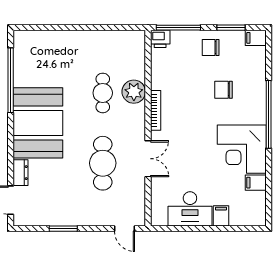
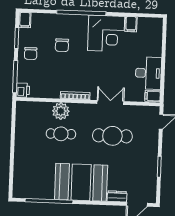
filing cabinet: (221, 216) -> (153, 96), moved

